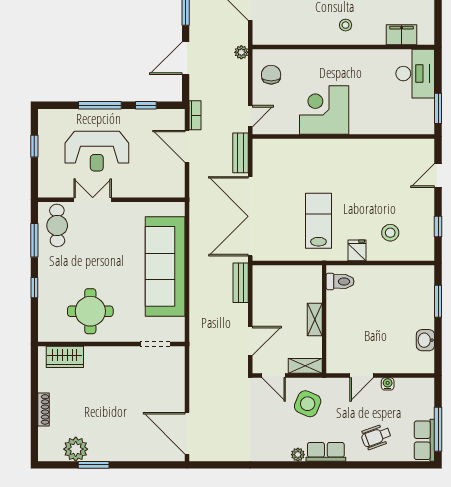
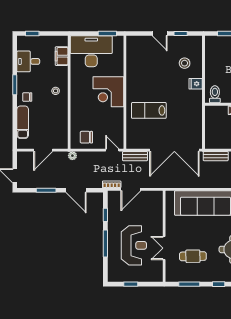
desk: (415, 74) -> (91, 51), width x1.36, depth x1.30
corner desk: (324, 110) -> (108, 92), moved
door: (438, 175) -> (160, 33), moved
lab bench: (318, 221) -> (149, 110), moved
cafe table: (57, 225) -> (193, 256), moved

